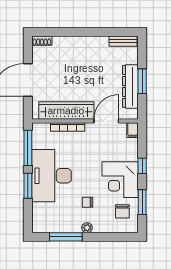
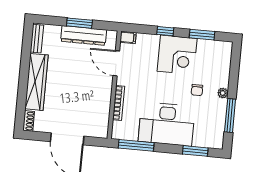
wardrobe: (66, 111) -> (36, 82), moved, turned 180
window: (28, 186) -> (195, 151), moved
chair: (122, 211) -> (210, 56), removed

